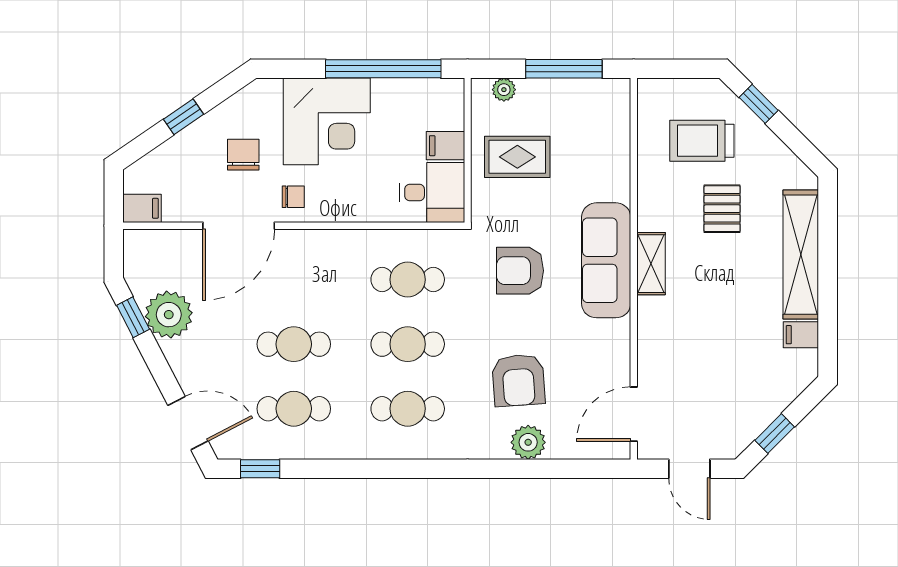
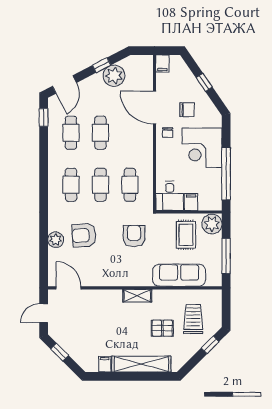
plant: (504, 90) -> (212, 224), width x1.88, depth x1.88
sofa: (606, 260) -> (179, 275), moved
window: (133, 317) -> (102, 65), moved

